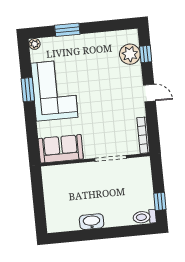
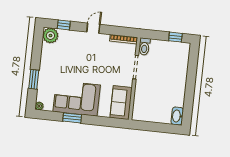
plant: (130, 54) -> (50, 36), moved
toilet: (144, 217) -> (144, 47), moved
washbasin: (92, 222) -> (177, 116), moved

